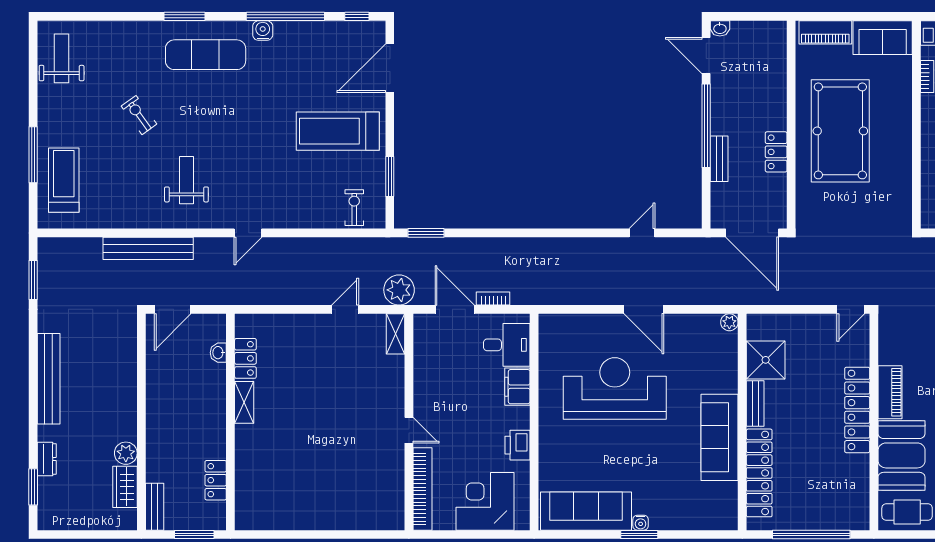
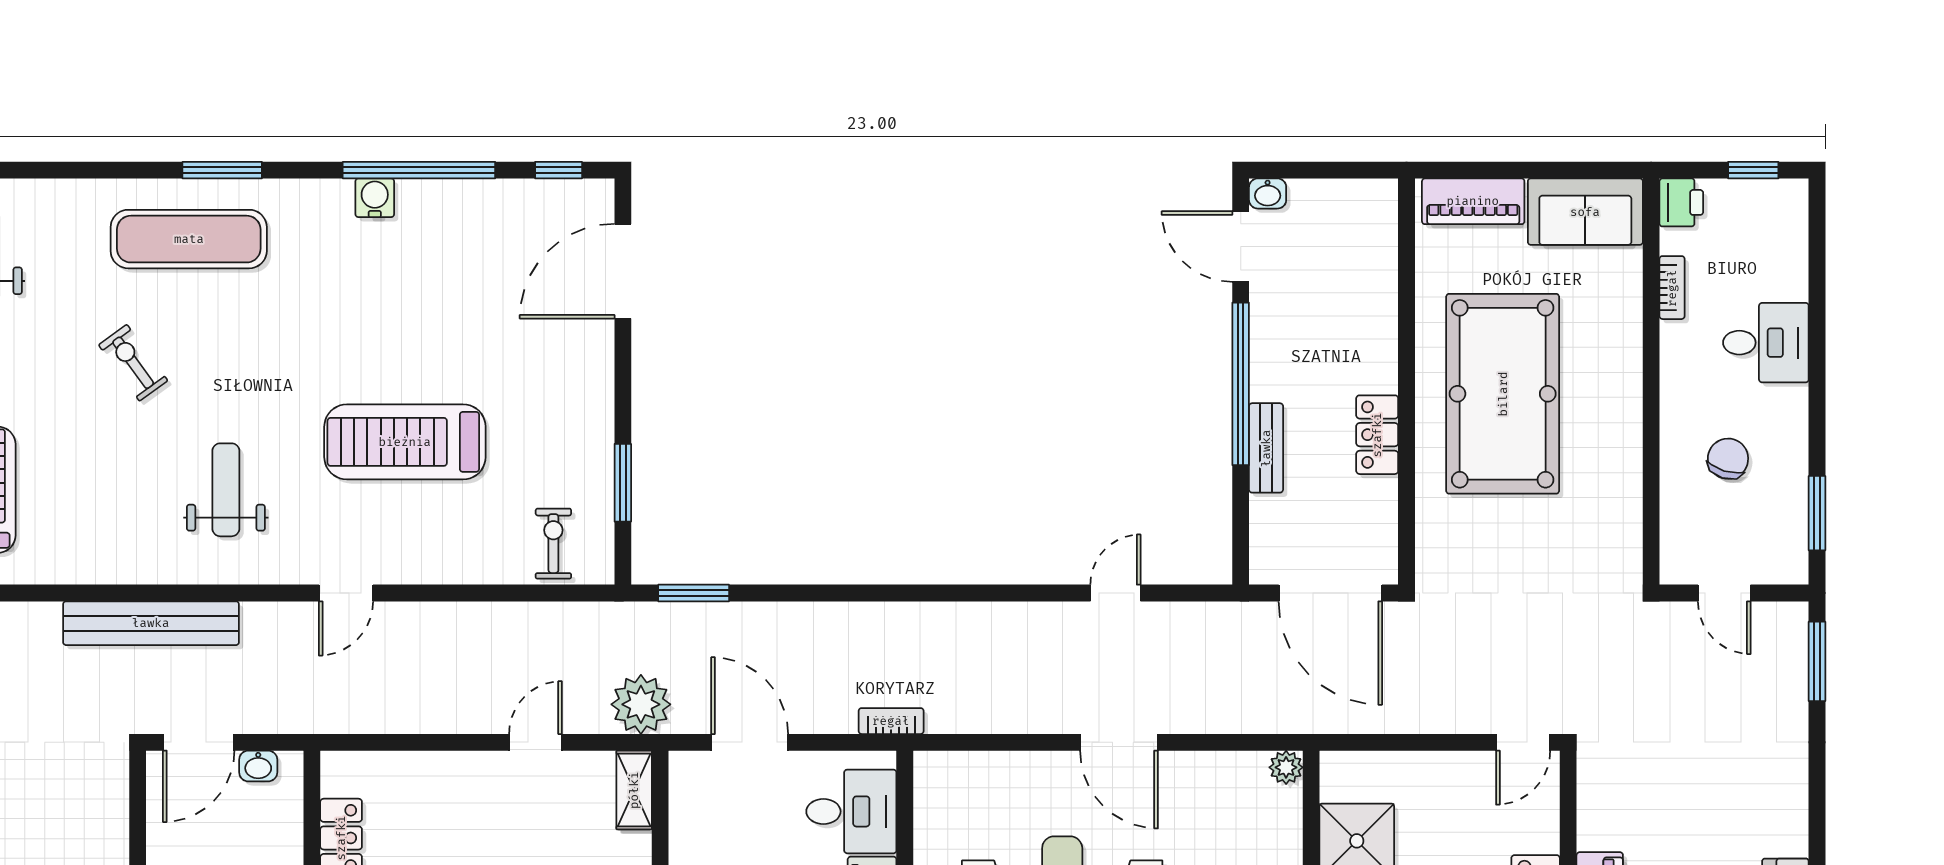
exercise mat: (206, 55) -> (189, 239), moved
treadmill: (338, 131) -> (405, 442), moved
bookcase: (493, 299) -> (891, 721), moved
washbasin: (218, 353) -> (258, 766), moved, turned -90

